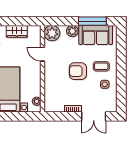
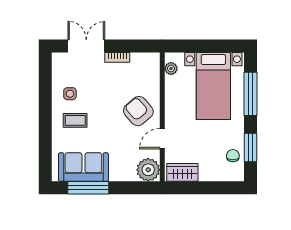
wardrobe: (17, 31) -> (182, 172), moved
plant: (72, 31) -> (118, 173), removed
door: (43, 54) -> (162, 139), swing flipped
armchair: (78, 71) -> (138, 111), moved, turned -131

